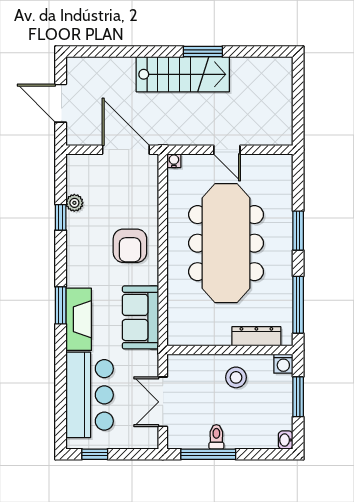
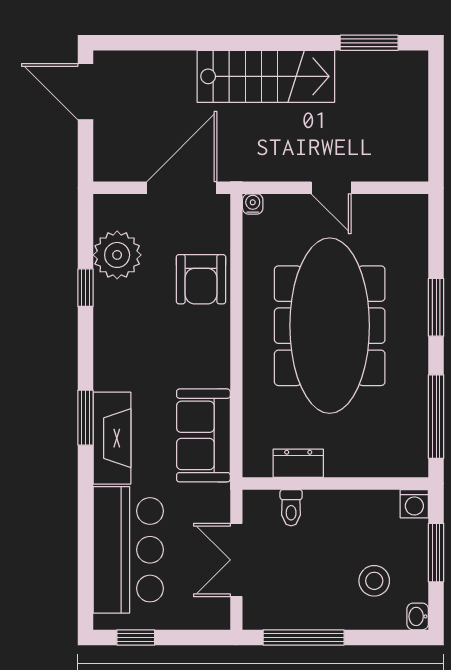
window: (203, 52) -> (369, 43), moved
door: (61, 103) -> (85, 92), moved
door: (126, 150) -> (182, 188), hinge flipped
plant: (74, 203) -> (117, 255), width x1.87, depth x1.87
armchair: (130, 246) -> (201, 279), moved
dresser: (256, 336) -> (298, 463), moved, width x0.70
stool: (236, 377) -> (374, 581), moved
toilet: (216, 437) -> (291, 508), moved, turned 180

